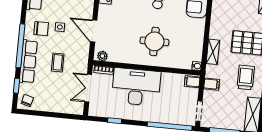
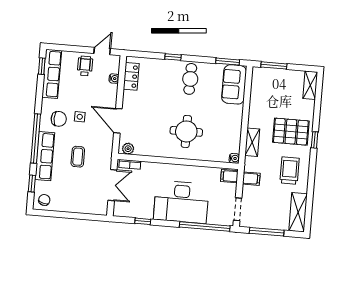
desk: (136, 87) -> (181, 202), moved, turned 180
double door: (88, 88) -> (112, 185), swing flipped

